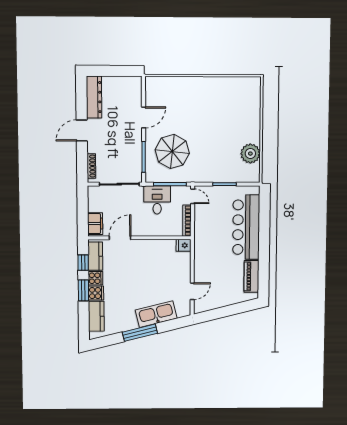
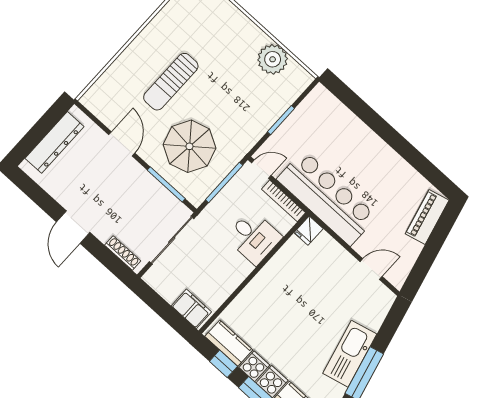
dresser: (94, 97) -> (55, 142), moved, turned 90
sun lounger: (195, 114) -> (171, 82), added
desk: (157, 200) -> (254, 237), moved, turned 180
bar counter: (246, 227) -> (327, 198), moved, turned 180
door: (120, 238) -> (234, 295), removed
piano: (252, 276) -> (427, 217), moved, turned 76
door: (192, 291) -> (371, 269), hinge flipped
kitchen sink: (156, 314) -> (350, 354), moved

